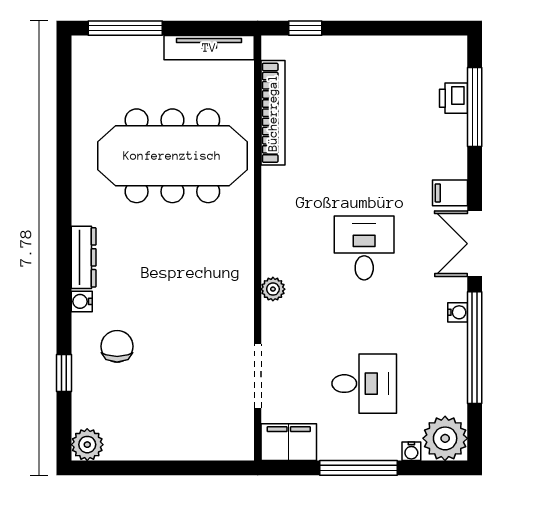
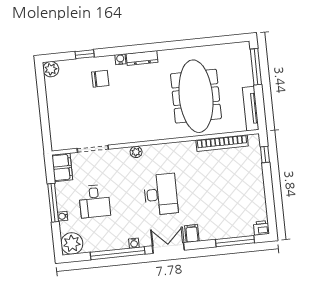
printer: (453, 98) -> (261, 228), moved
desk: (364, 248) -> (161, 194), width x1.37
water cooler: (411, 451) -> (63, 216), moved

